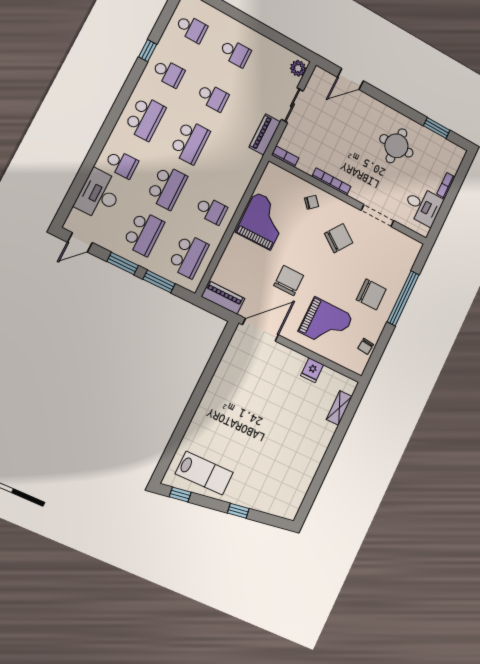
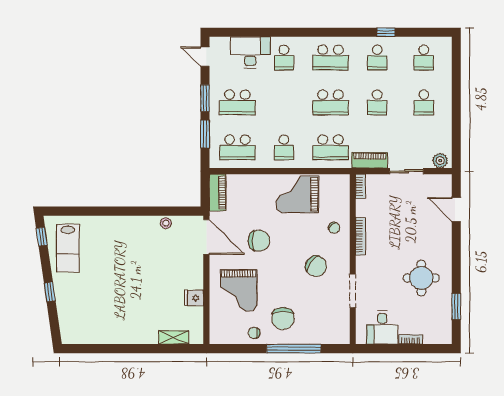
school desk: (167, 187) -> (331, 147), moved
grand piano: (263, 221) -> (297, 194), turned 180
chair: (366, 346) -> (254, 333), moved
stool: (228, 363) -> (166, 223), added

